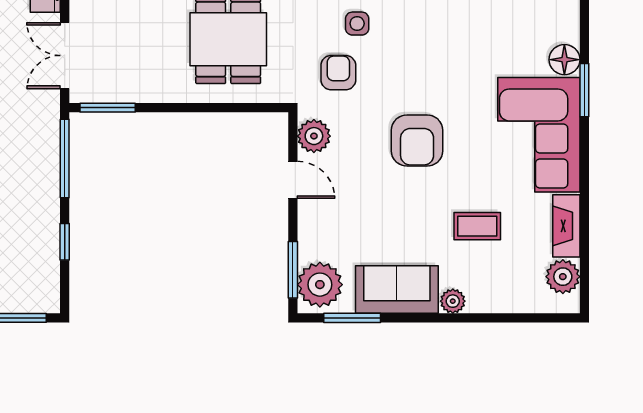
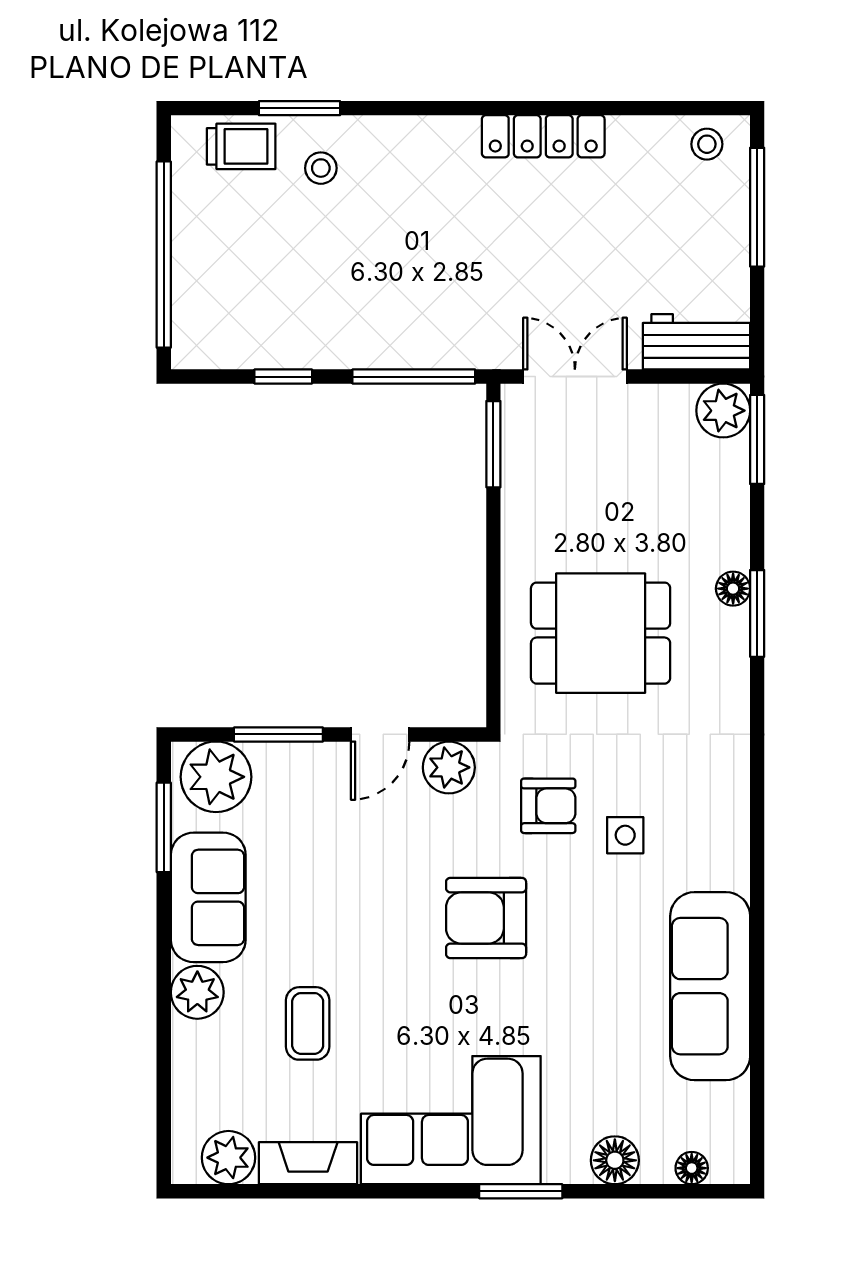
floor lamp: (564, 60) -> (615, 1160), moved
armchair: (417, 141) -> (486, 918), moved
window: (293, 270) -> (278, 734), moved
plant: (453, 301) -> (197, 992), width x1.38, depth x1.38

